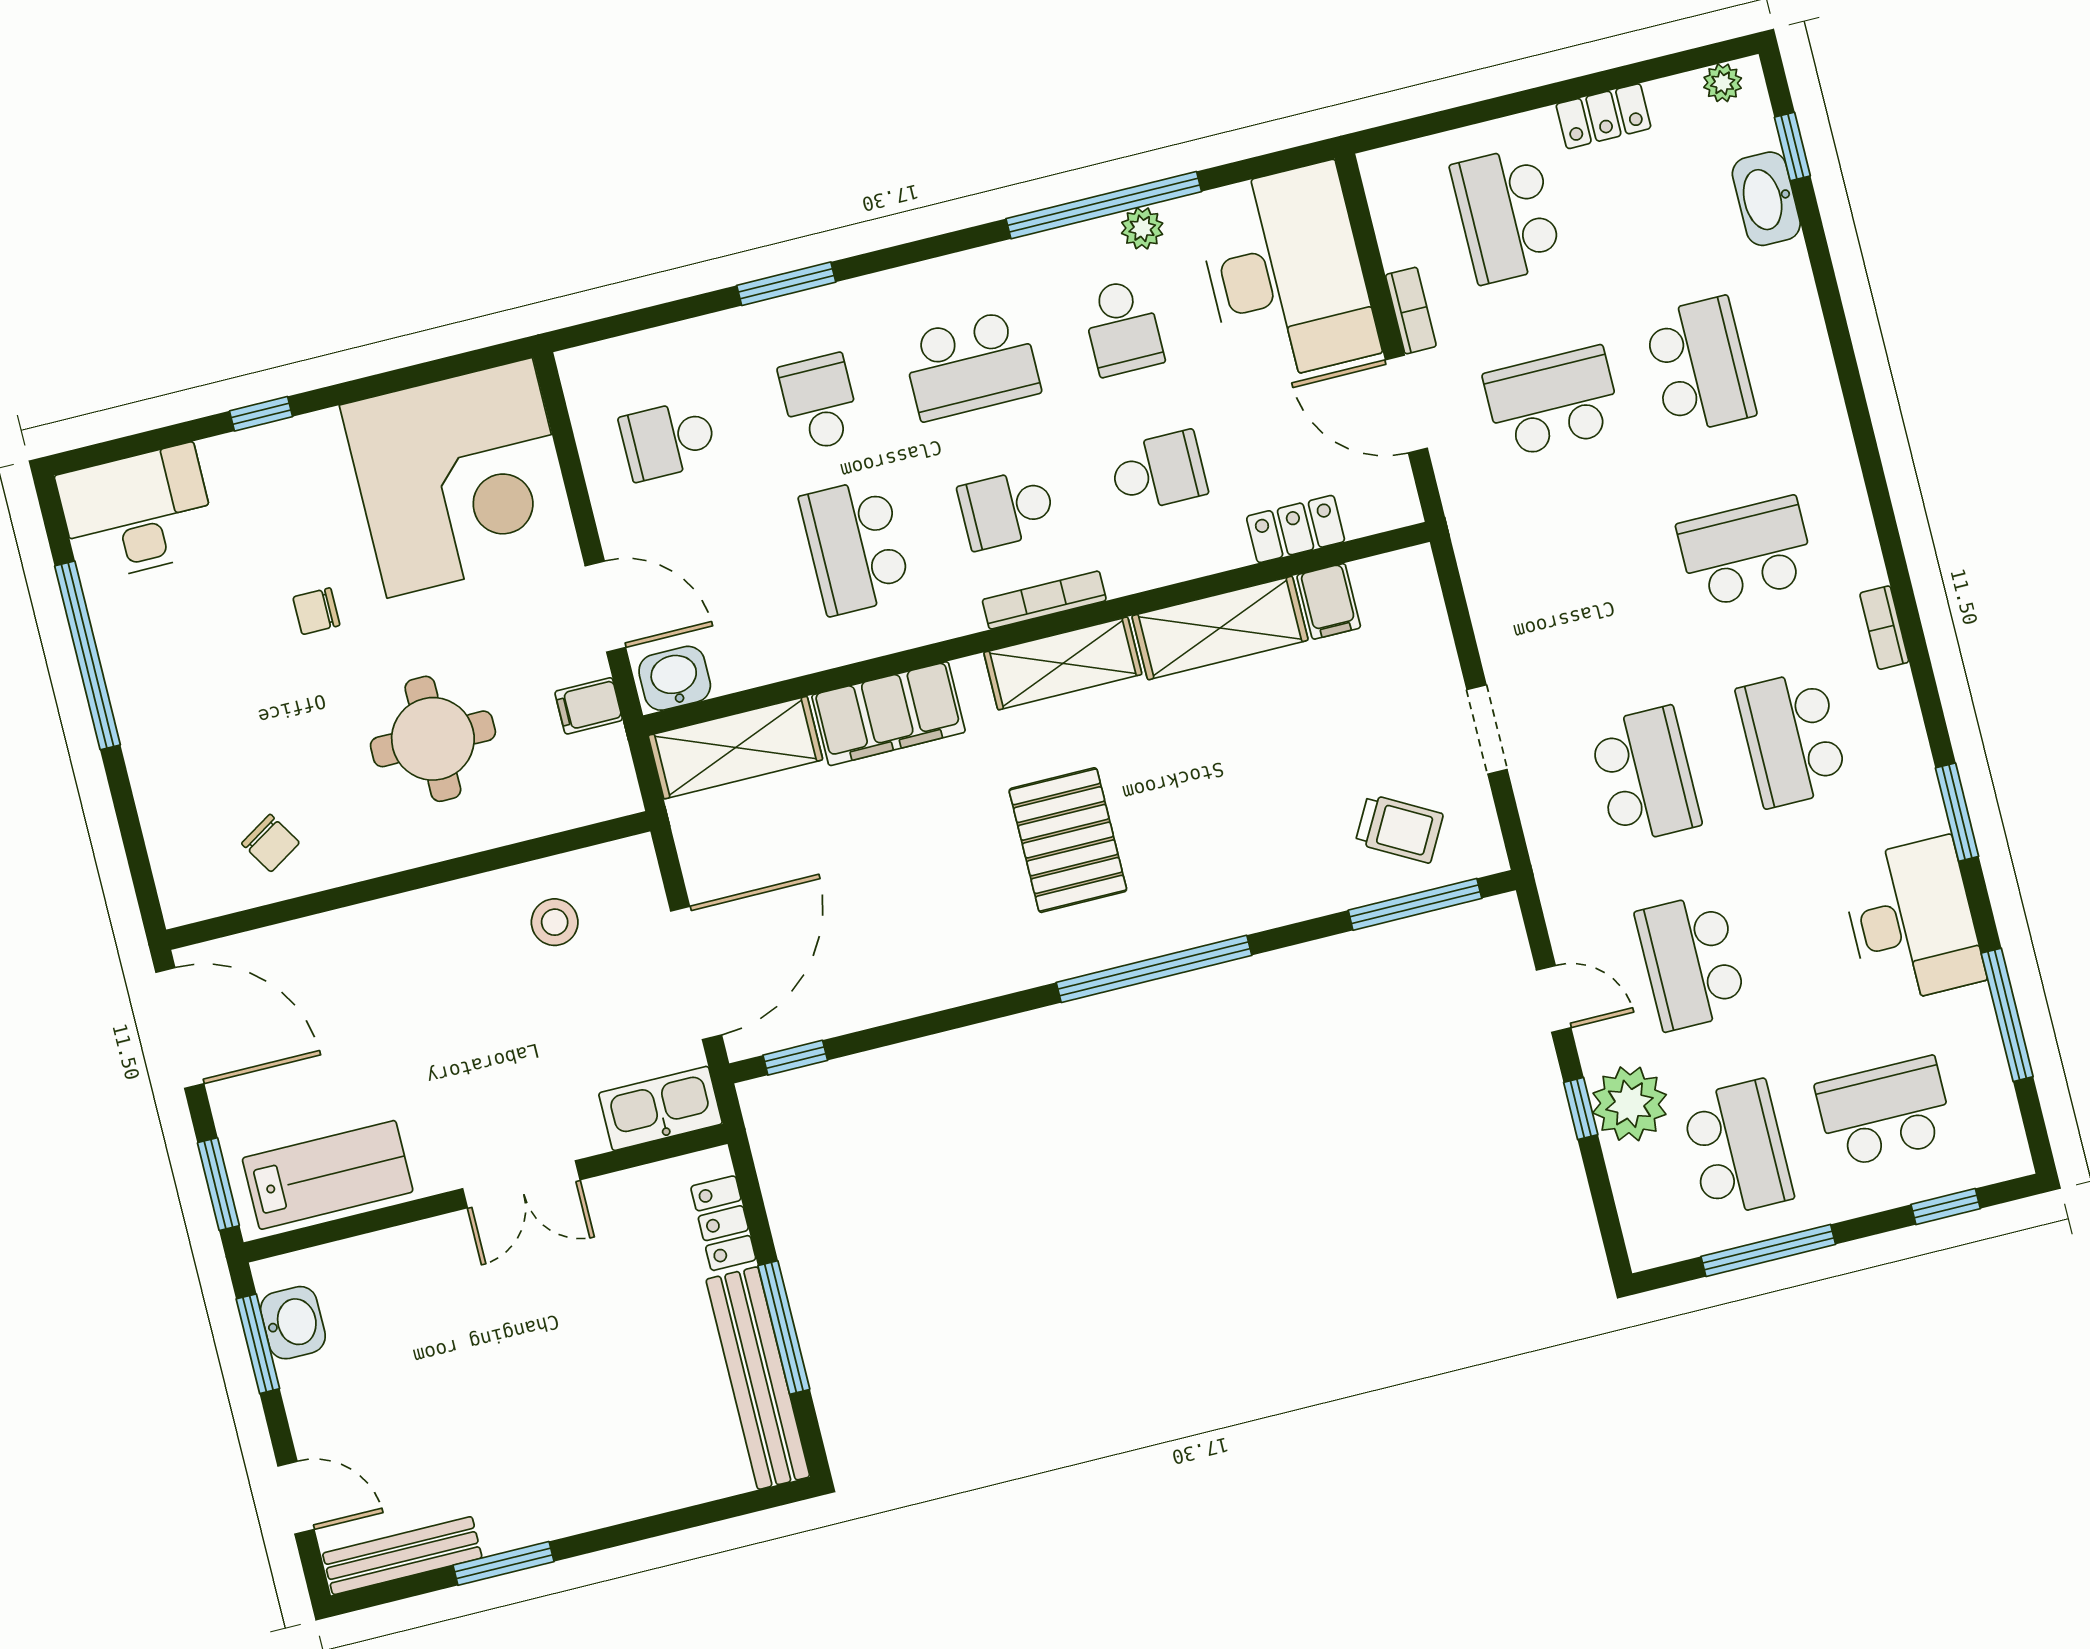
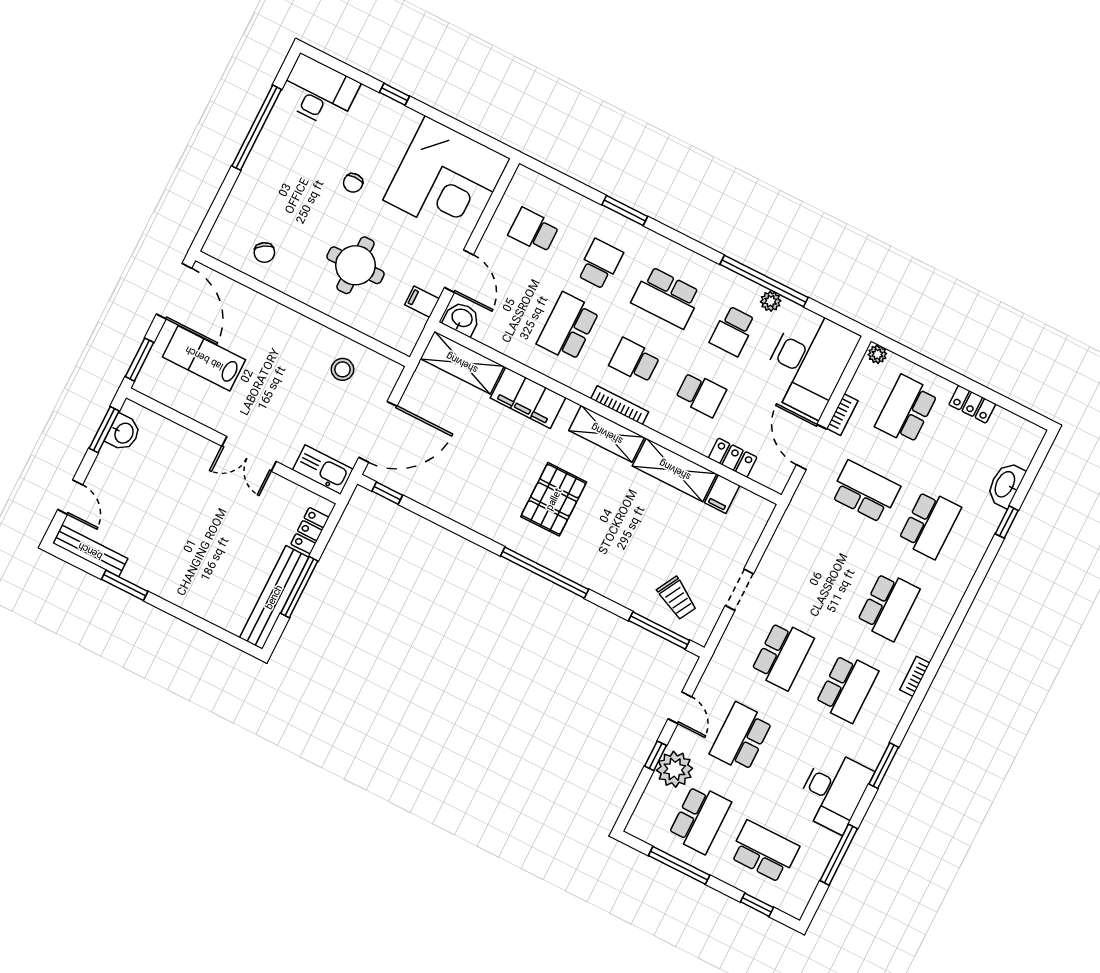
plant: (1723, 83) -> (877, 354), moved
window: (1792, 147) -> (1007, 522), moved
school desk: (1746, 552) -> (888, 606), turned 90
chair: (316, 611) -> (353, 183), turned -90
school desk: (1792, 739) -> (847, 688), turned 180
lab bench: (328, 1175) -> (204, 358), moved, turned 180

